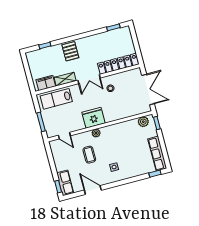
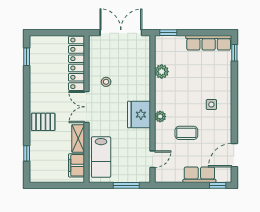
double door: (89, 79) -> (86, 107), swing flipped
plant: (143, 122) -> (162, 72), moved
row of seats: (65, 183) -> (199, 175), moved
door: (93, 190) -> (234, 155), moved

